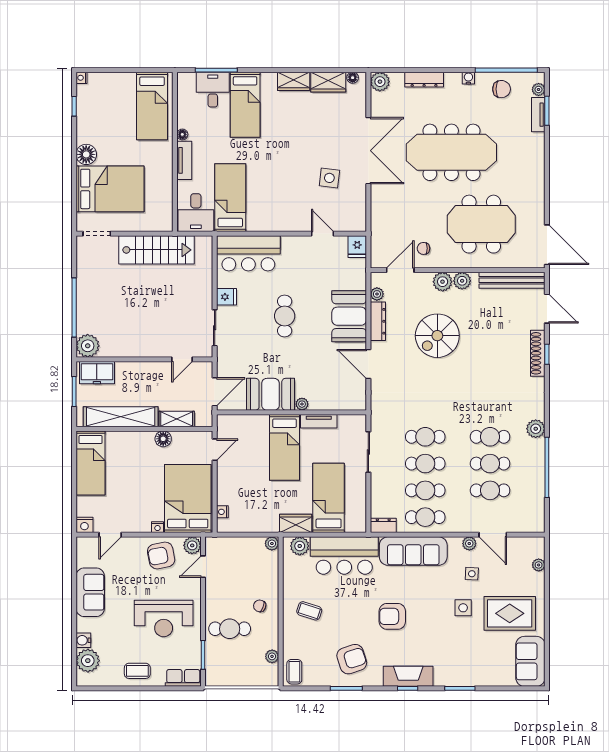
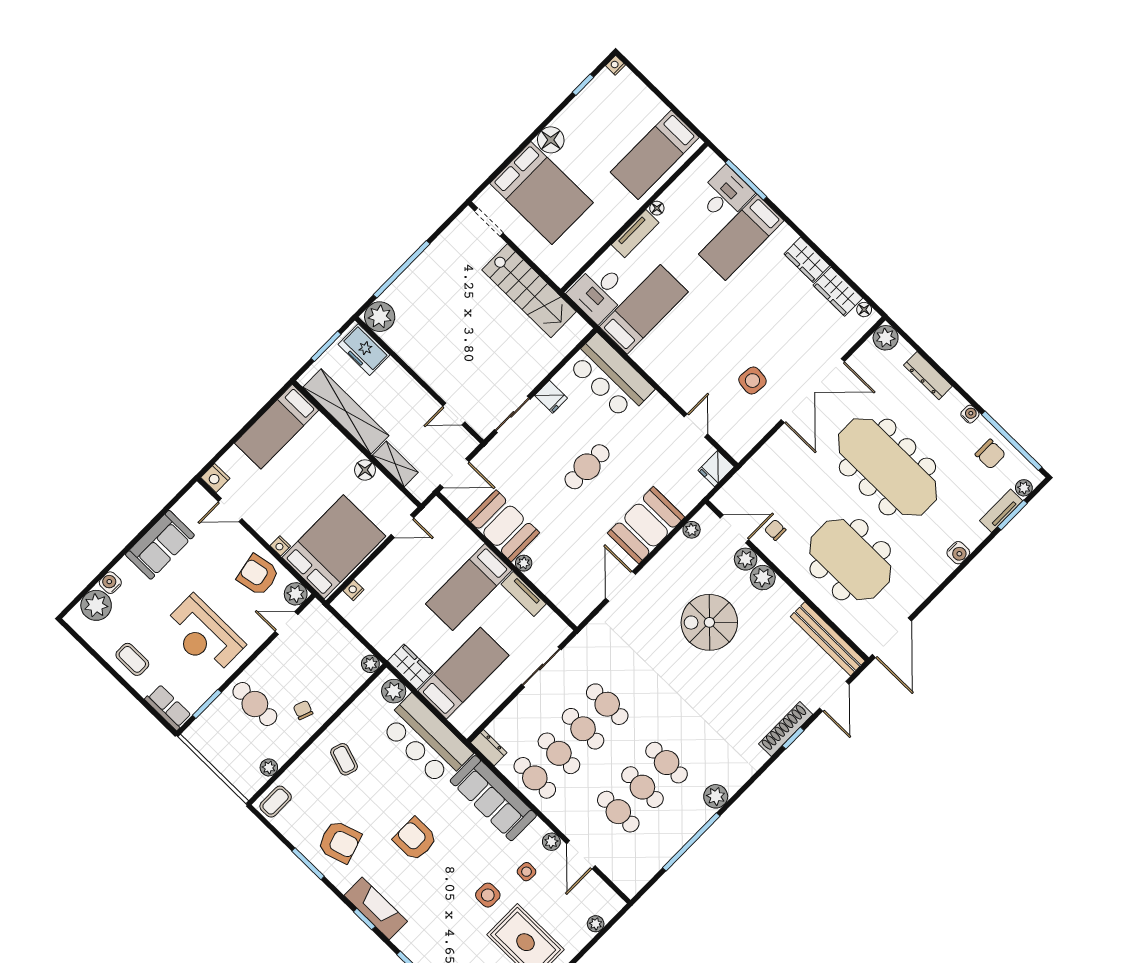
water cooler: (537, 161) -> (958, 553), added
plant: (462, 281) -> (746, 559), moved
dresser: (378, 321) -> (668, 556), removed

